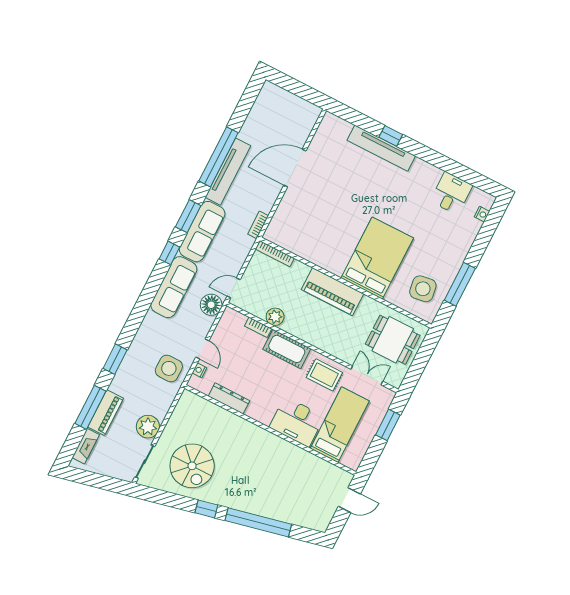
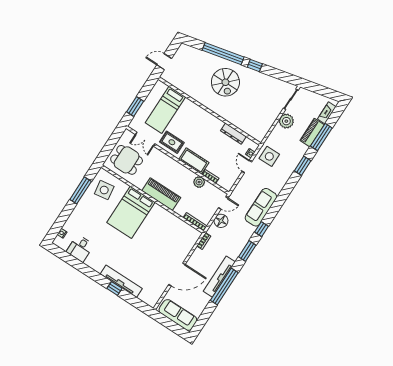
sofa: (202, 232) -> (178, 315), moved, turned 90
floor lamp: (211, 305) -> (221, 221), moved
desk: (297, 422) -> (192, 114), removed
spiral stairs: (192, 466) -> (225, 82), moved, turned 180

